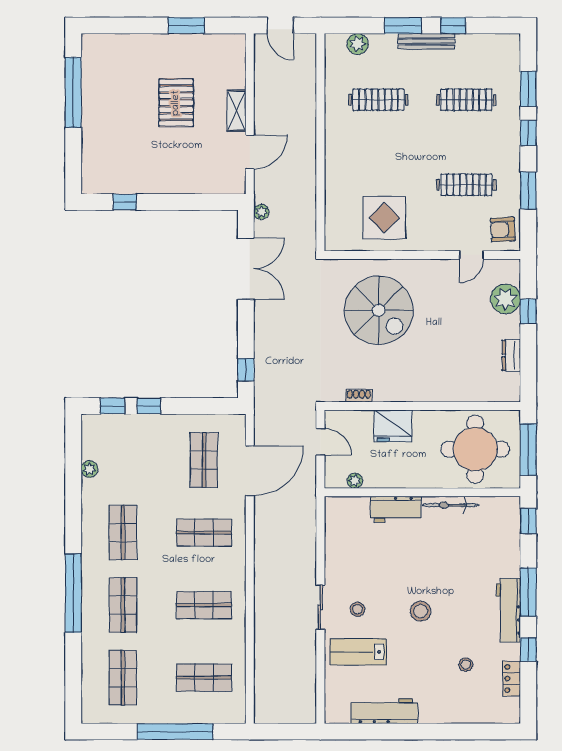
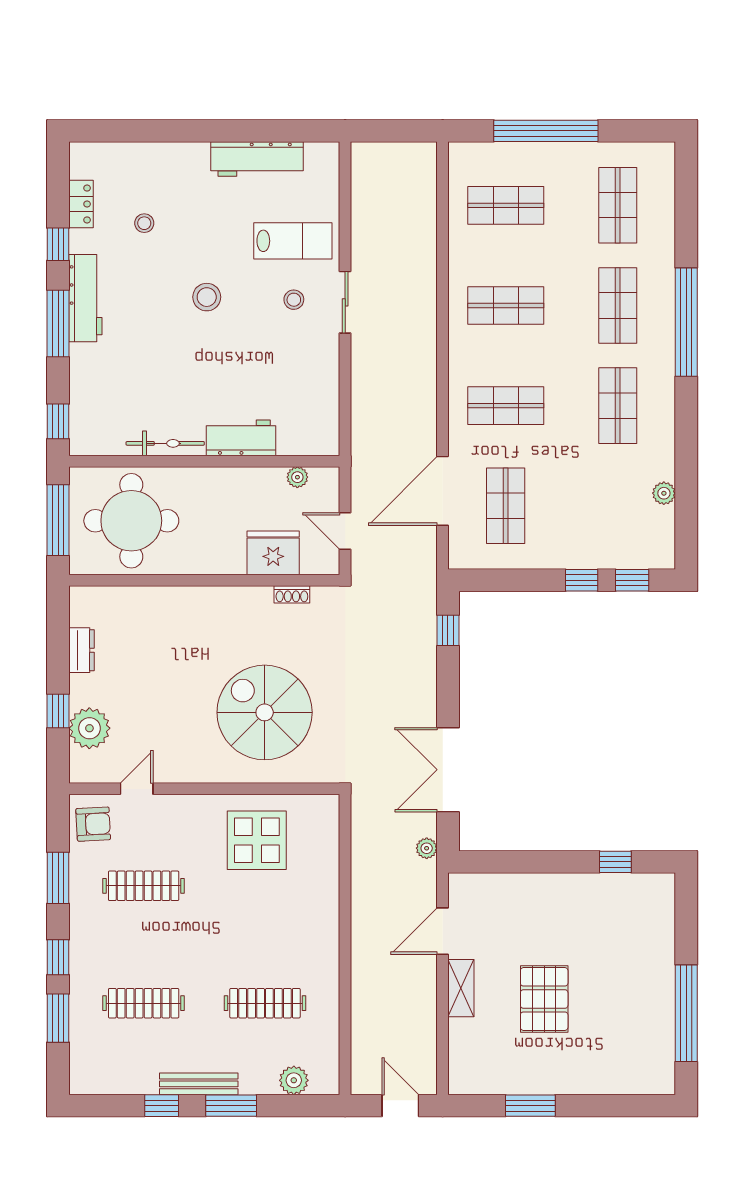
fridge: (393, 426) -> (273, 553), moved

